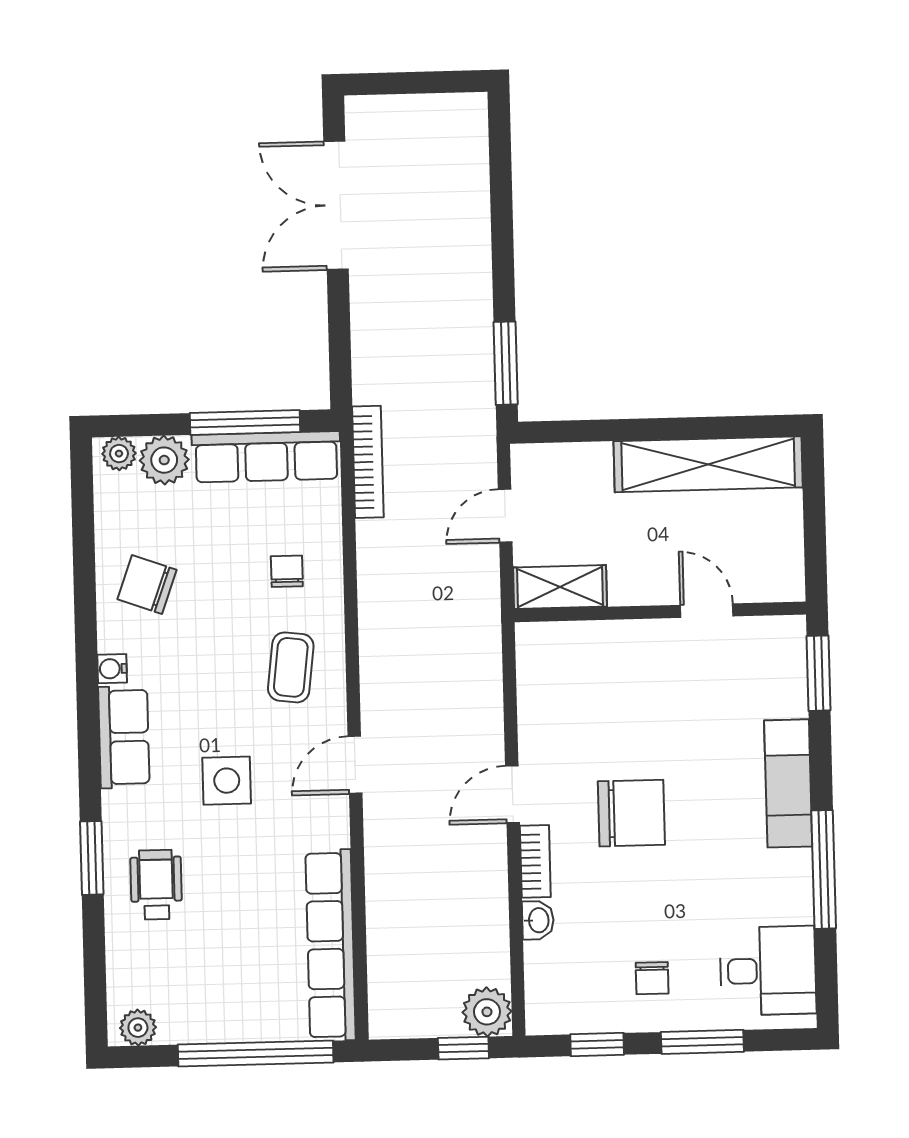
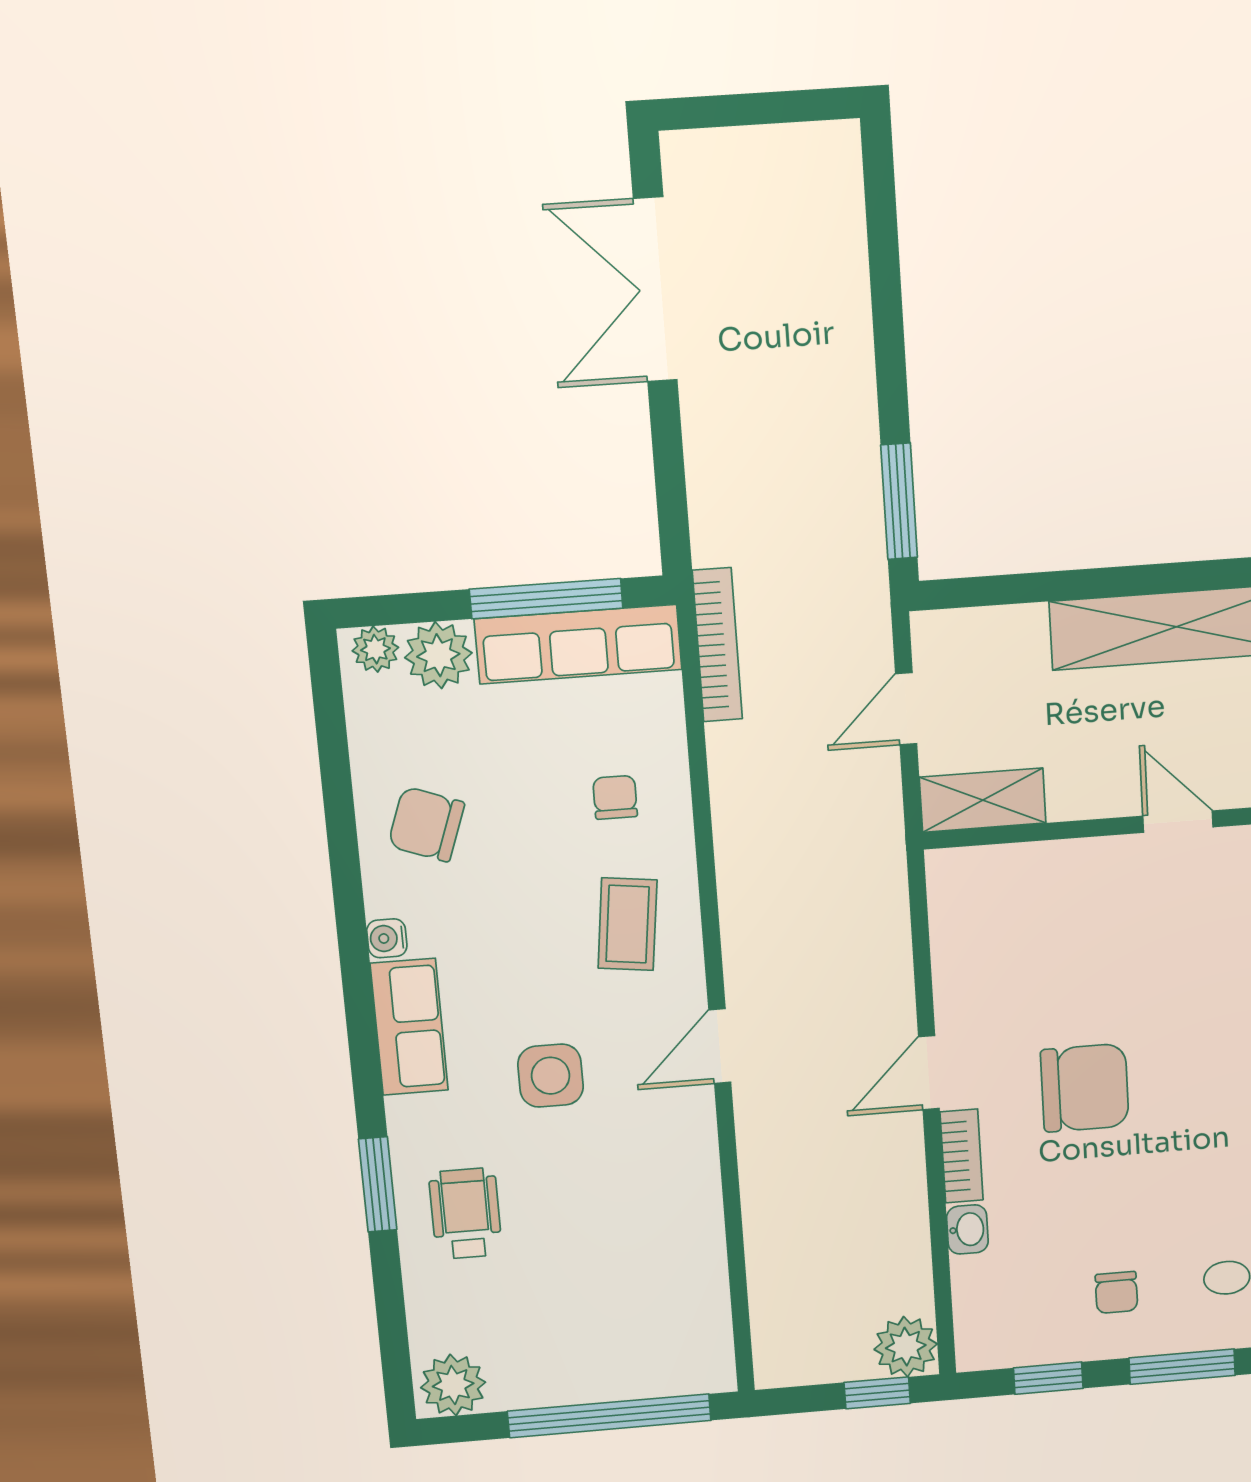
row of seats: (330, 945) -> (699, 1276), removed
plant: (138, 1028) -> (453, 1385), width x1.38, depth x1.38

